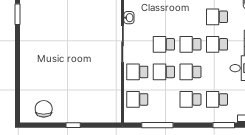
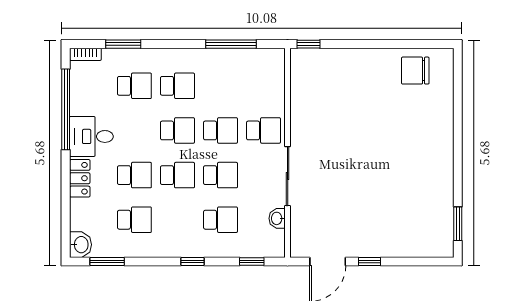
school desk: (137, 99) -> (220, 220), moved
chair: (44, 109) -> (415, 71), turned 90
window: (73, 125) -> (308, 44), moved

